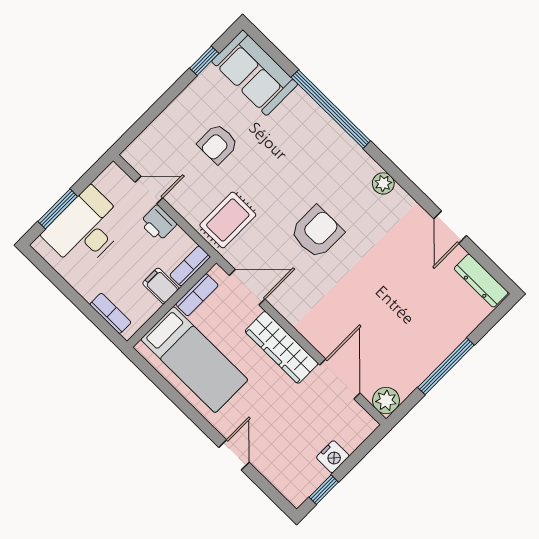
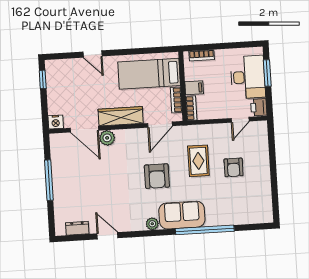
window: (204, 61) -> (275, 194), removed
sofa: (255, 73) -> (182, 215), moved
armchair: (218, 144) -> (234, 167), turned 180
rug: (228, 220) -> (198, 161), moved
printer: (158, 223) -> (259, 107), moved, turned -90
dresser: (481, 281) -> (77, 228), width x0.70
plant: (386, 400) -> (107, 138), moved
nightstand: (333, 457) -> (56, 122), moved, turned -90

